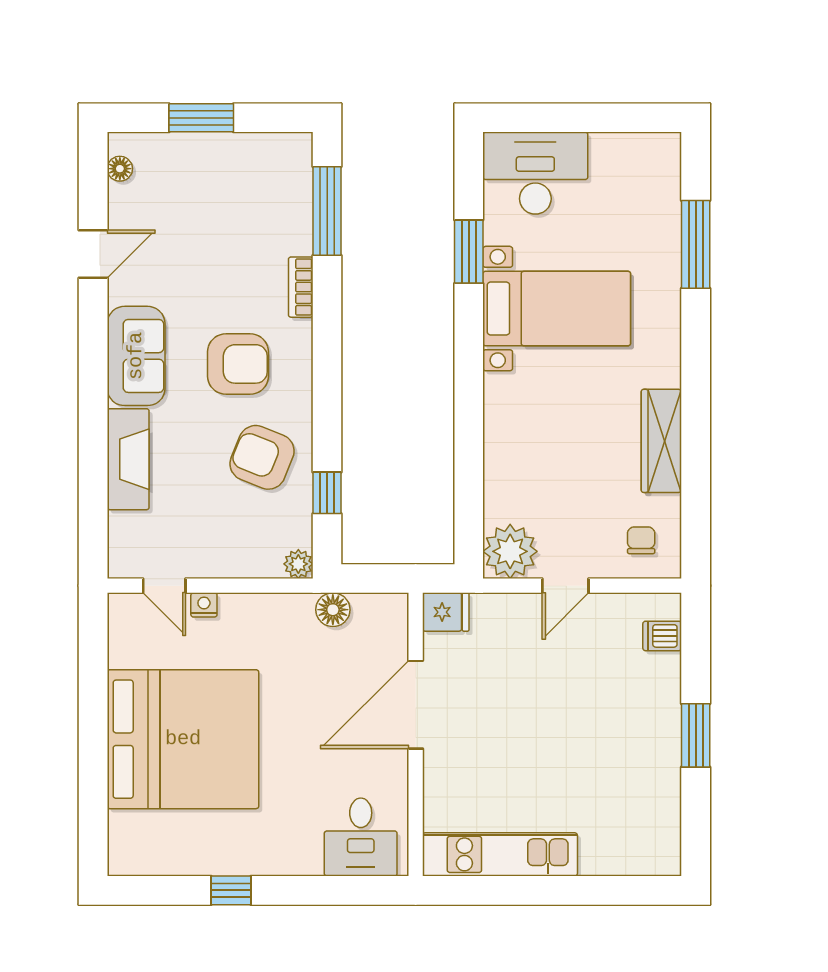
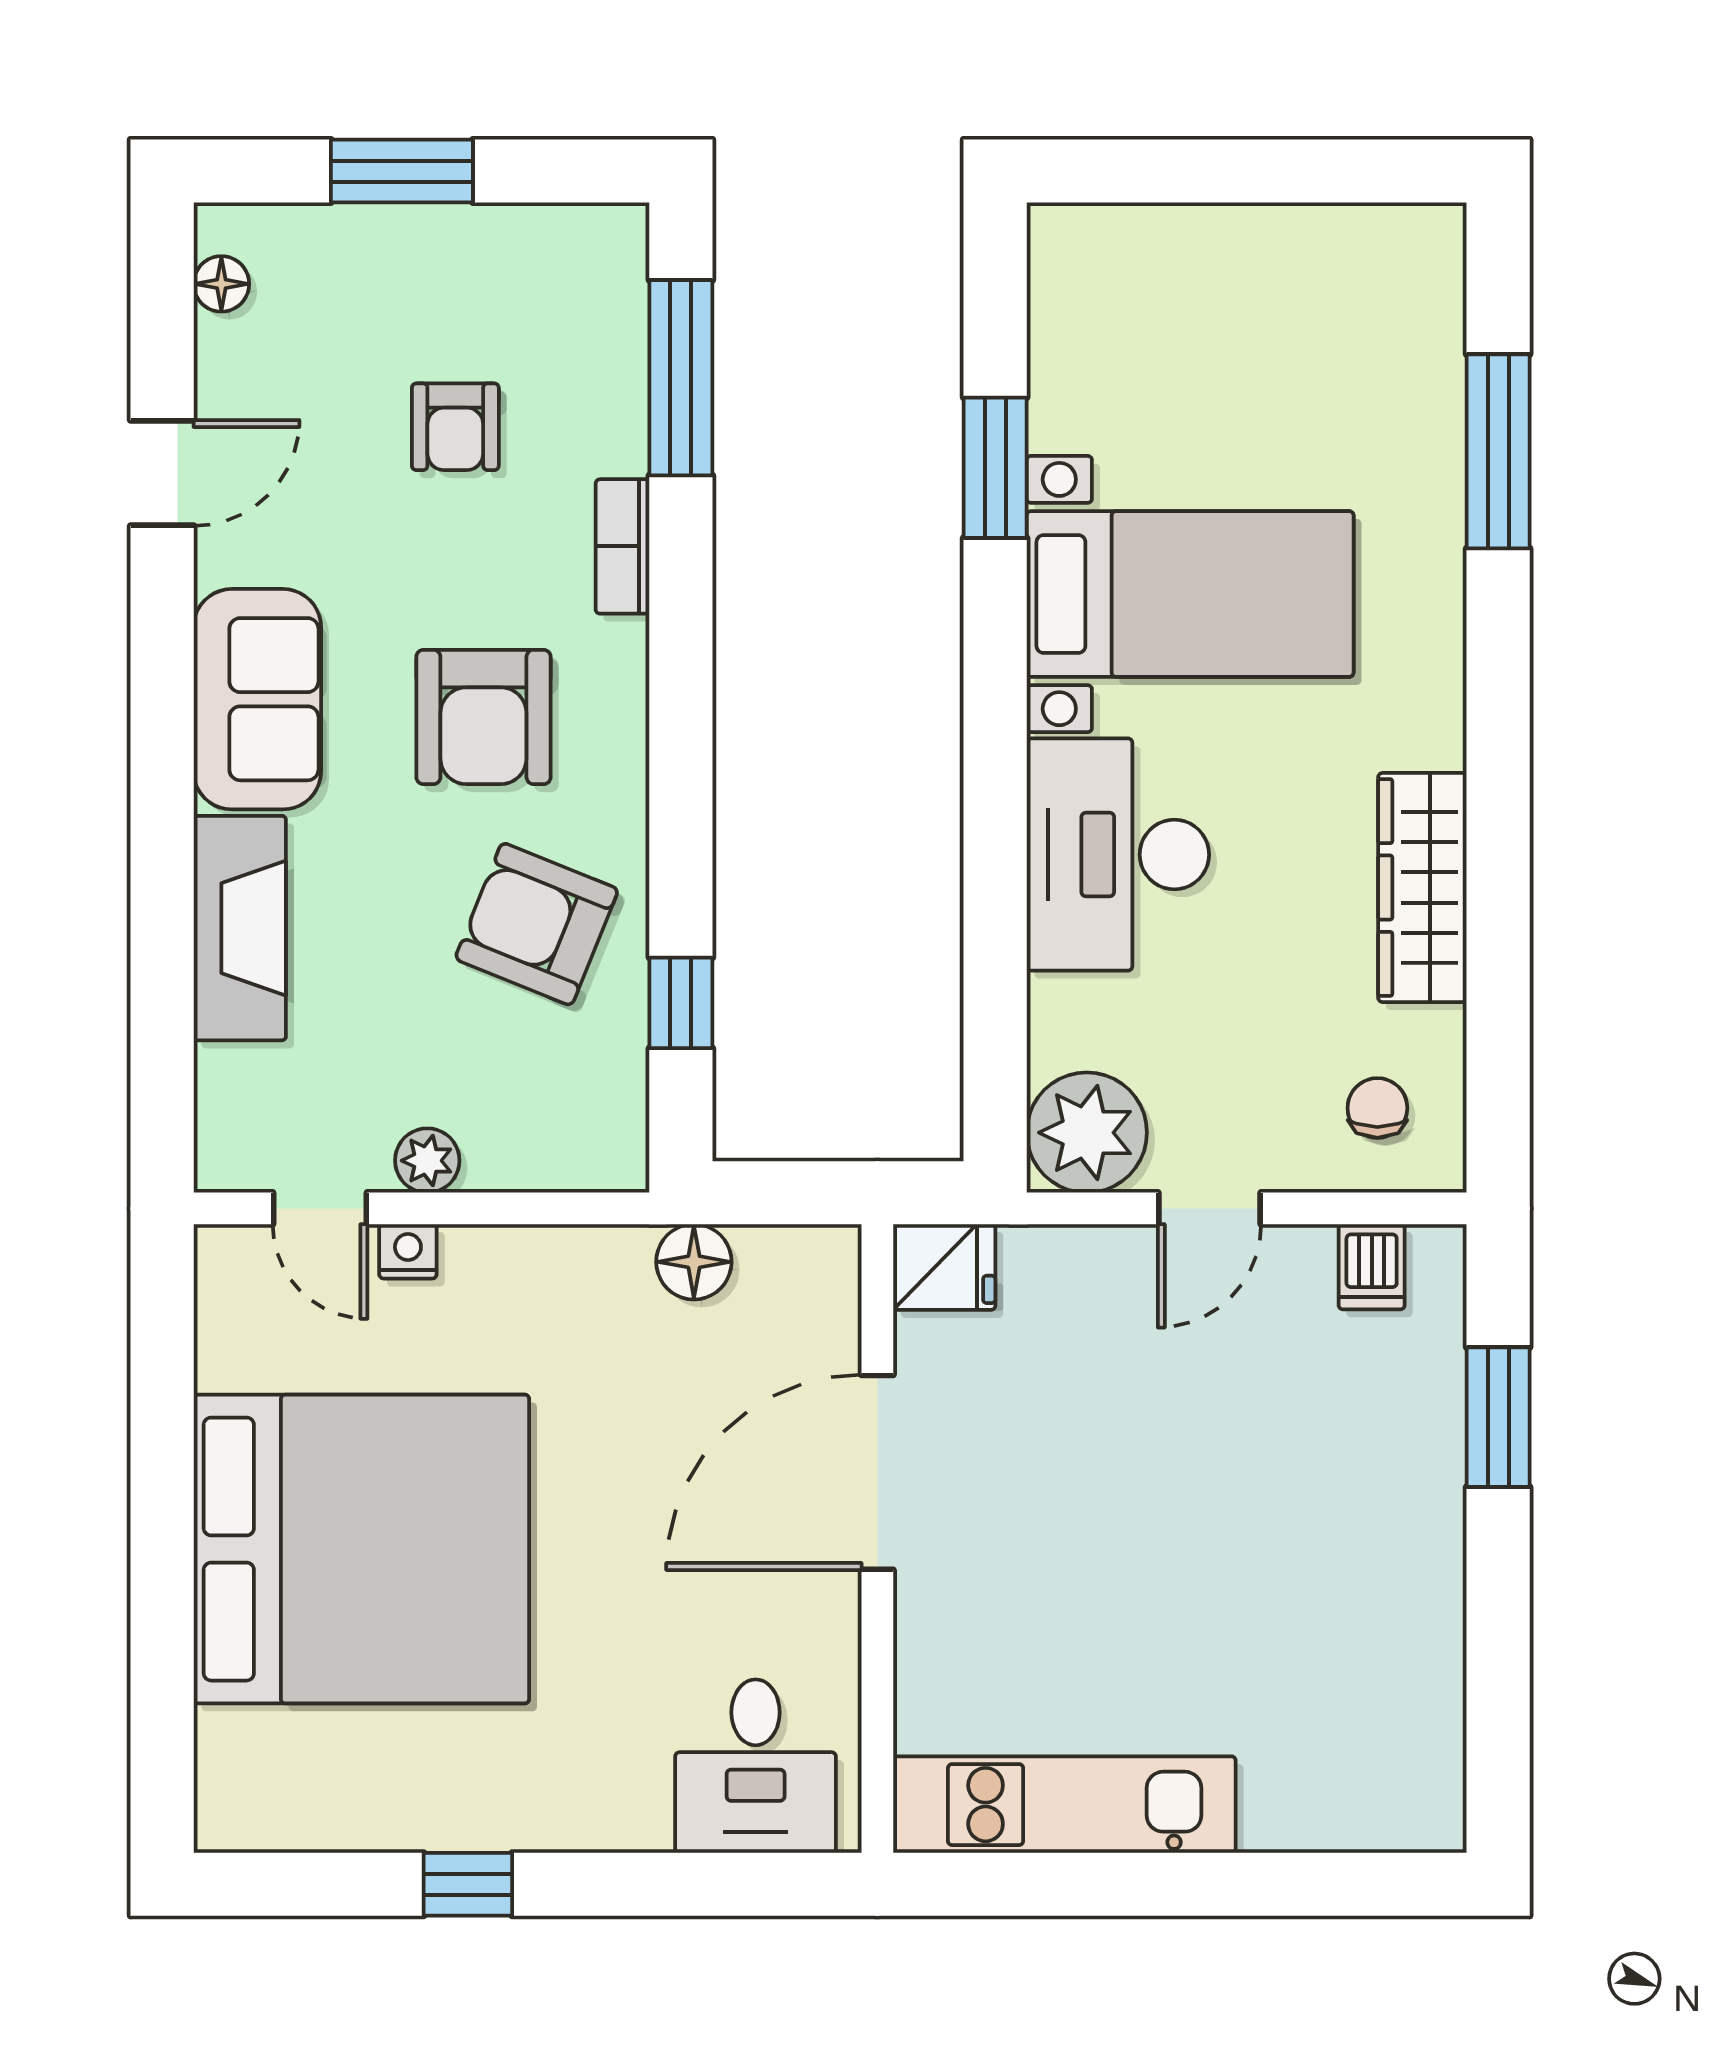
desk: (535, 173) -> (1118, 855), moved, turned -90
armchair: (225, 233) -> (455, 427), added
armchair: (238, 364) -> (483, 717), turned 90
plant: (298, 564) -> (427, 1161), moved
dishwasher: (662, 636) -> (1372, 1267), moved, turned -90
window: (696, 735) -> (1498, 1417), moved

